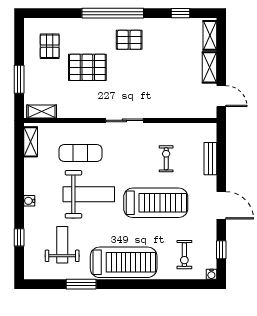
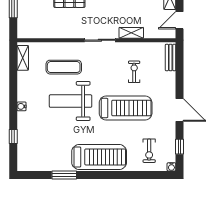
door: (221, 96) -> (180, 20), swing flipped
shelving: (42, 111) -> (131, 33), moved
bench: (210, 159) -> (171, 57), moved
weight bench: (89, 194) -> (71, 101), turned 180
weight bench: (62, 245) -> (49, 143), removed

